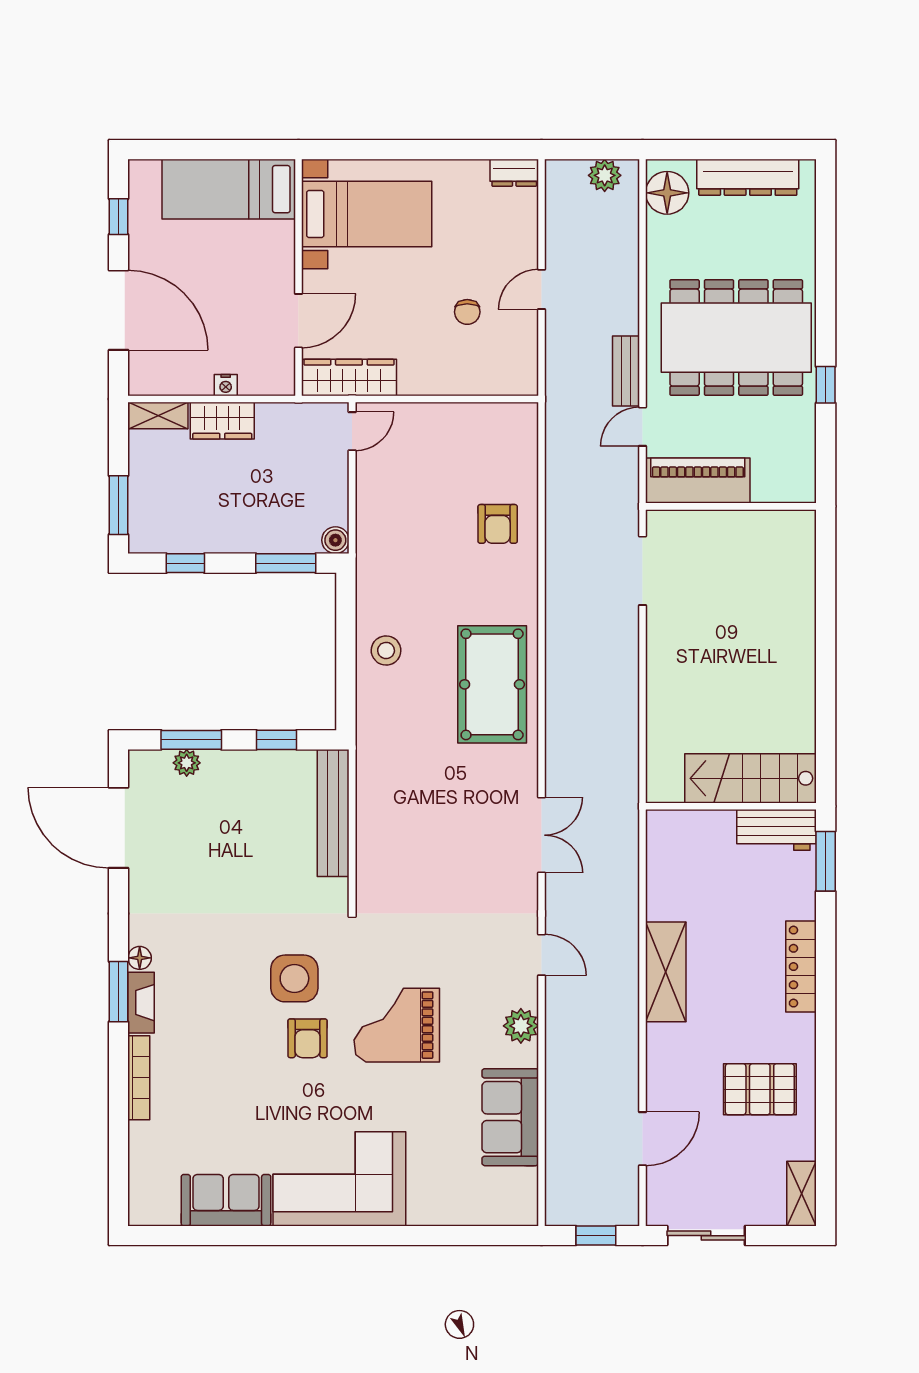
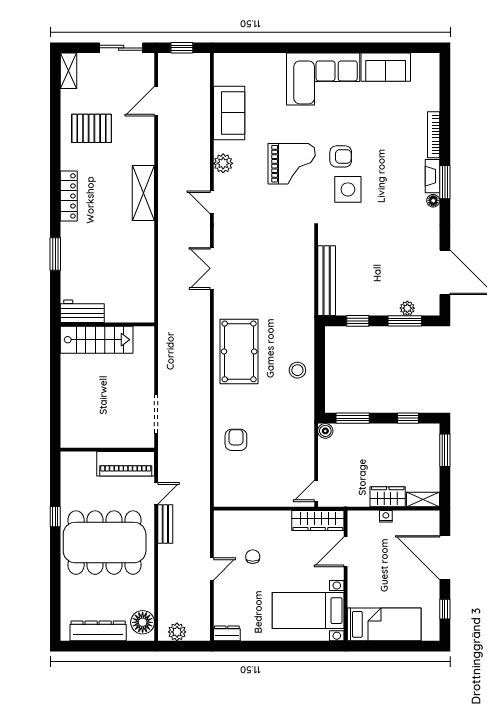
stairs: (750, 778) -> (97, 340), moved
wall: (731, 806) -> (107, 324), moved
workbench: (776, 830) -> (82, 311), moved
armchair: (308, 1038) -> (341, 156), turned 90

